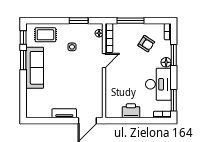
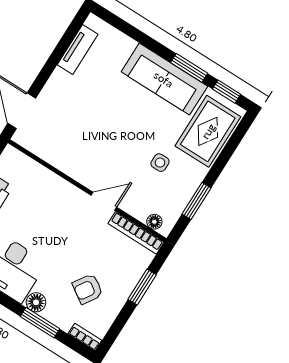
window: (131, 21) -> (142, 287), width x0.69
rug: (45, 35) -> (208, 131), width x1.36, depth x1.43
door: (104, 61) -> (104, 201), swing flipped
tv unit: (64, 113) -> (78, 49), moved

